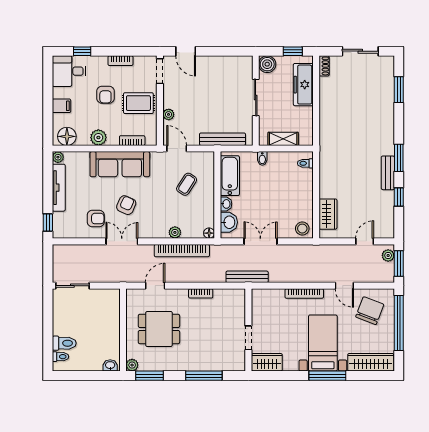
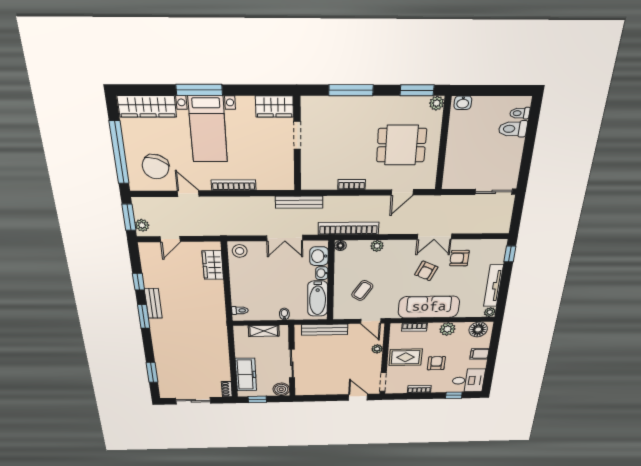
bookcase: (182, 251) -> (348, 228), moved

